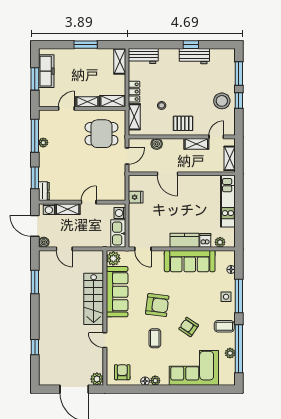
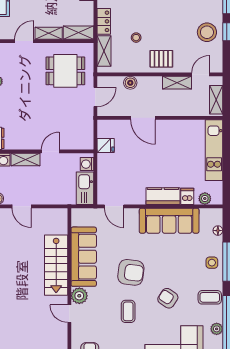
plant: (113, 258) -> (79, 296), moved

